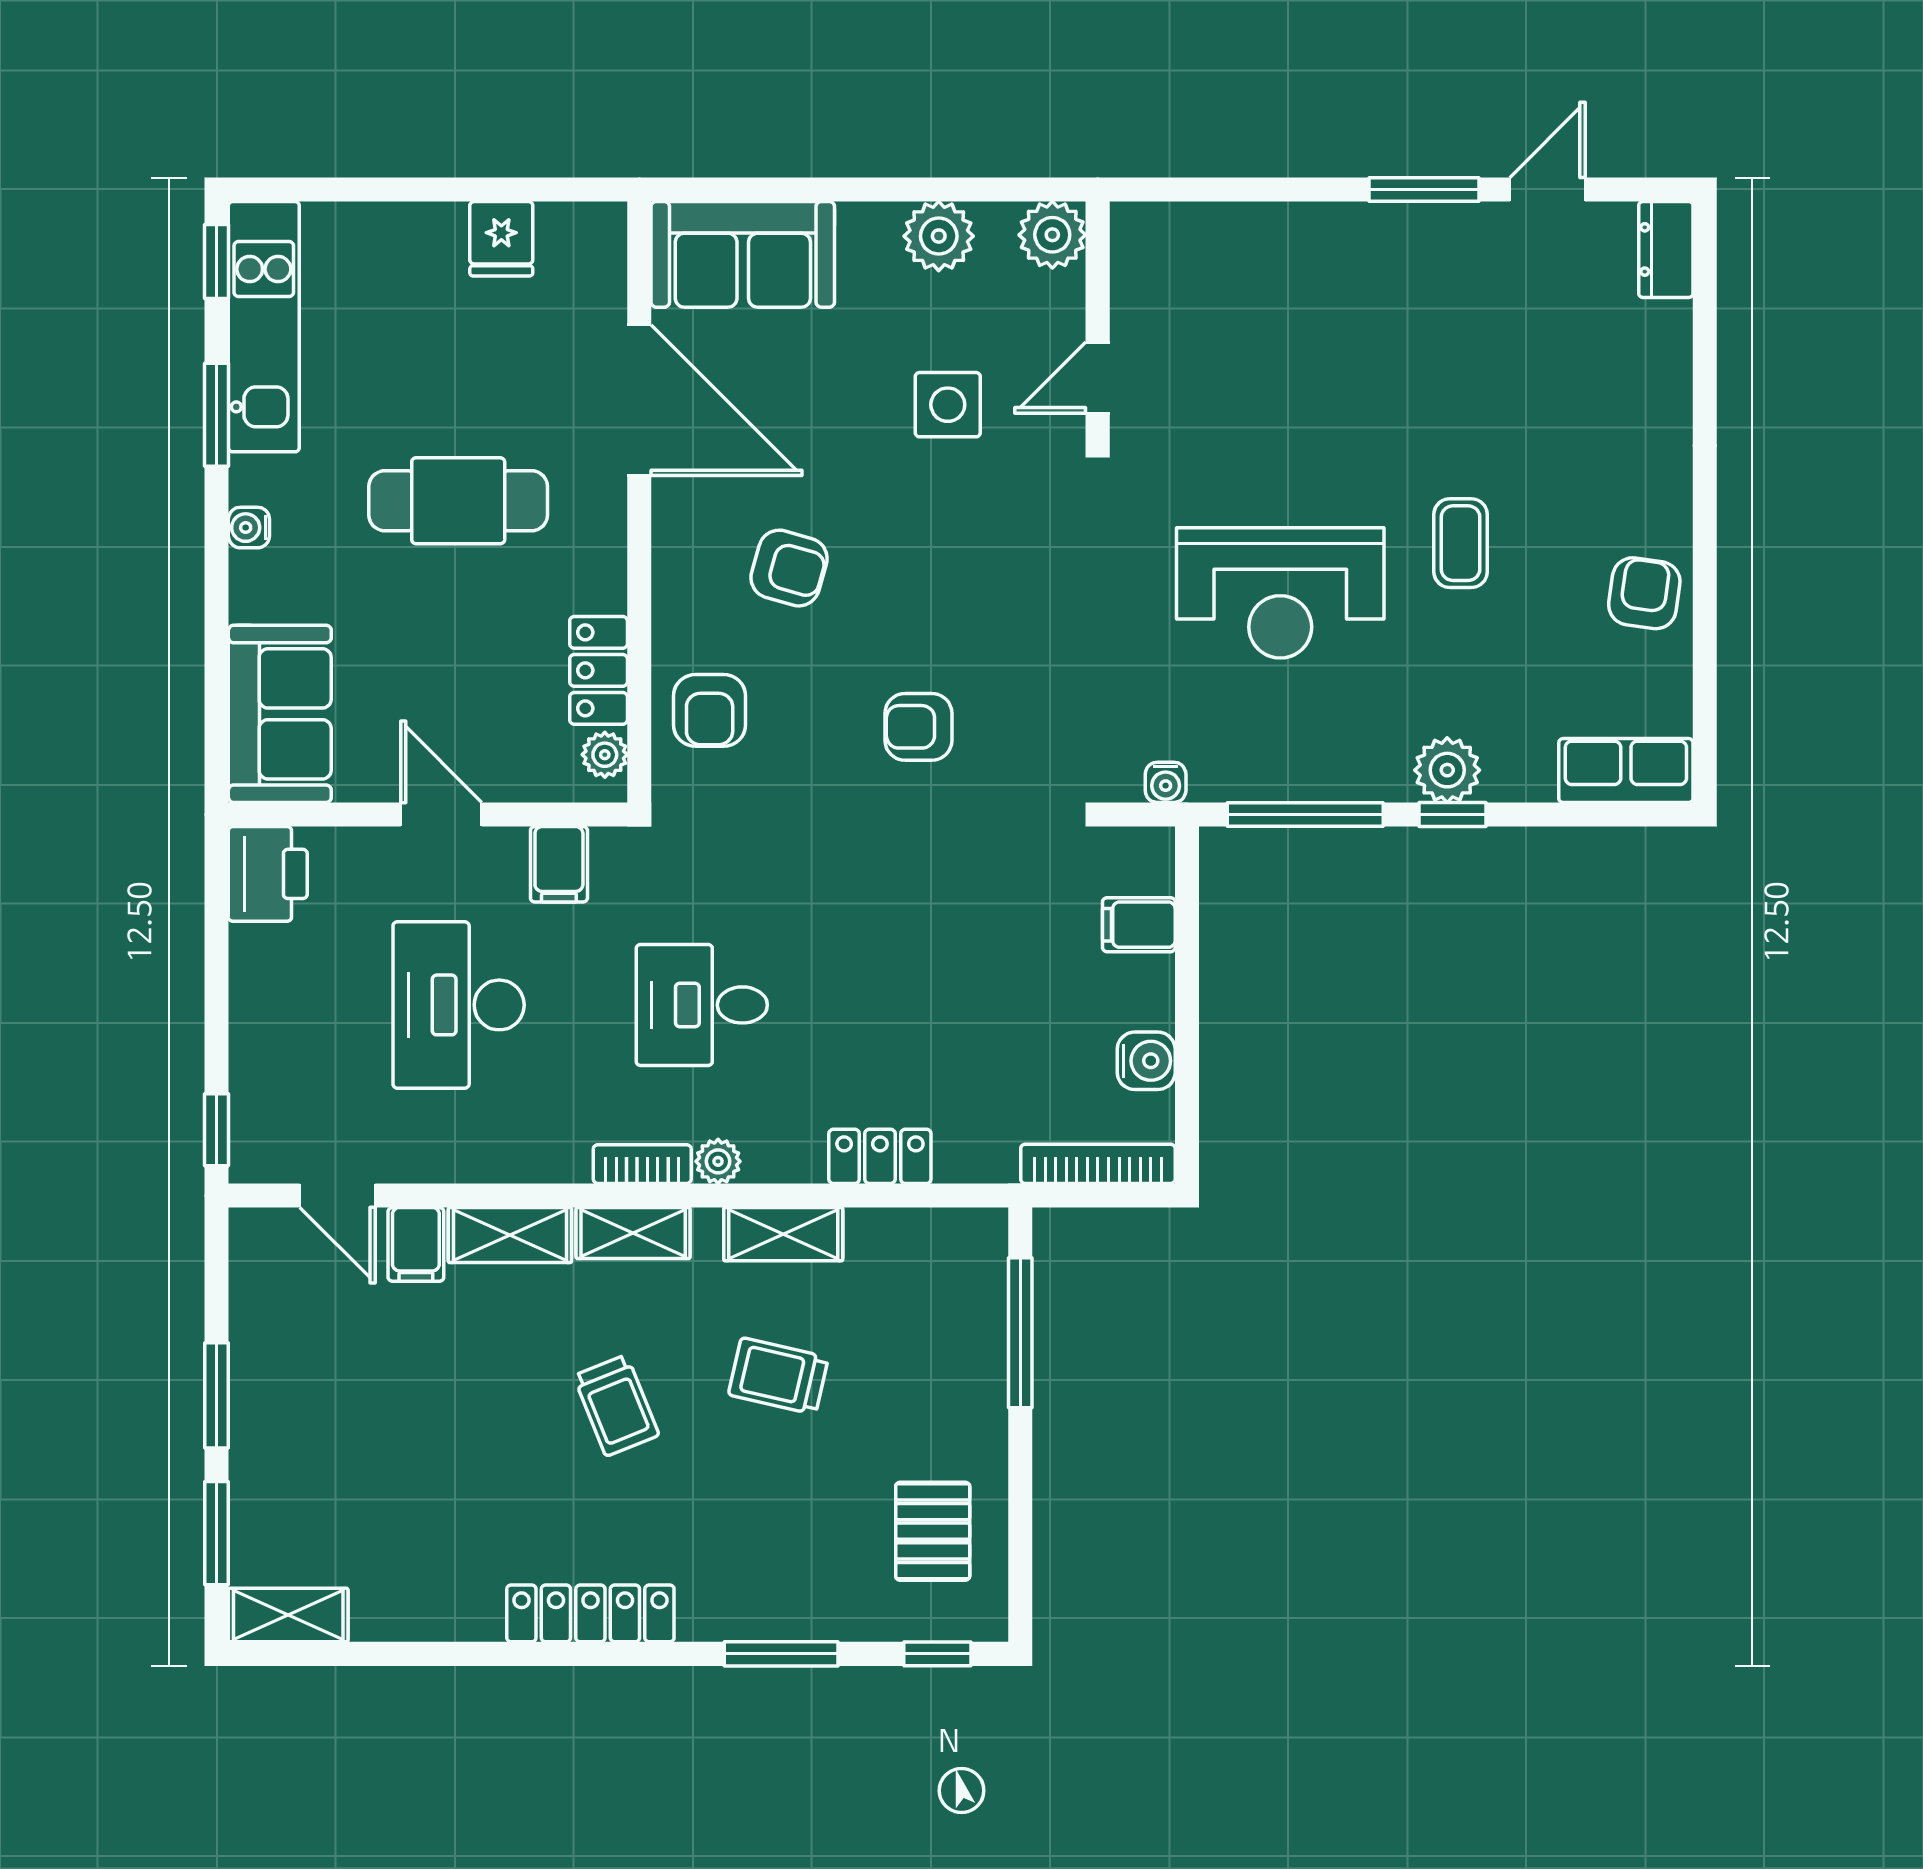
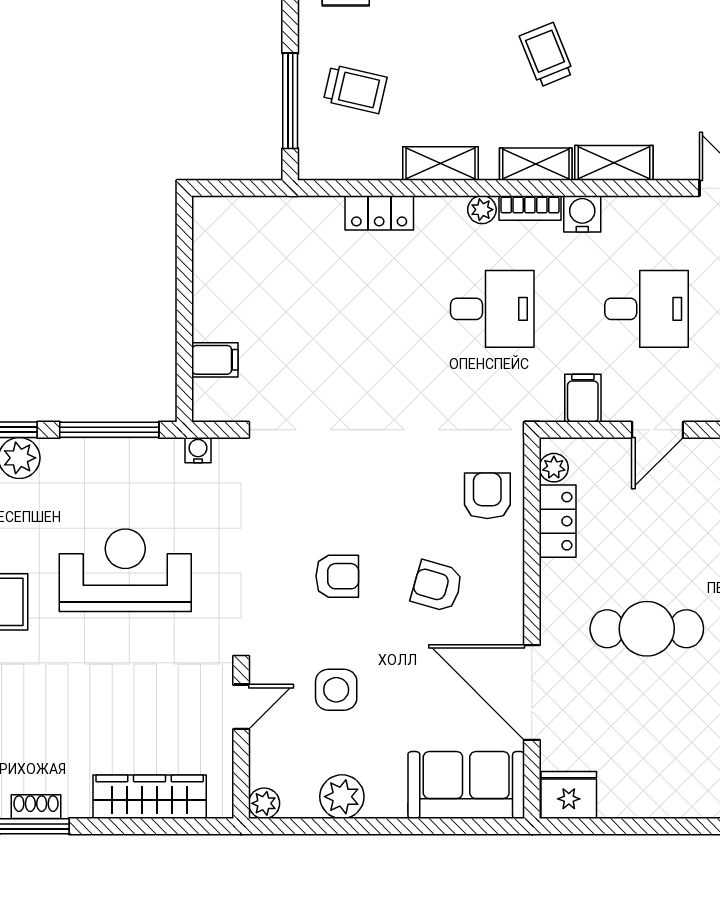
shoe rack: (1421, 220) -> (36, 807), added
plant: (1052, 235) -> (264, 803), width x0.73, depth x0.73
wardrobe: (1242, 236) -> (150, 797), added
fridge: (501, 239) -> (569, 795), moved, width x1.38
armchair: (918, 727) -> (337, 576), moved
door: (441, 814) -> (658, 430), hinge flipped
desk: (459, 1005) -> (647, 309), width x0.73
water cooler: (1146, 1061) -> (582, 214), moved, turned 90
bookcase: (1098, 1164) -> (241, 208), removed
filing cabinet: (416, 1244) -> (674, 157), removed
trolley: (778, 1376) -> (355, 89), moved

